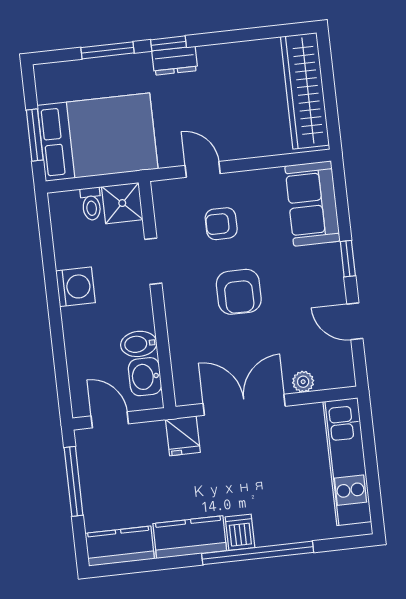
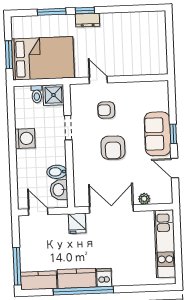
wardrobe: (305, 91) -> (157, 42), removed
sofa: (312, 203) -> (158, 134), moved
window: (74, 481) -> (17, 266), moved
window: (258, 553) -> (83, 291), moved

